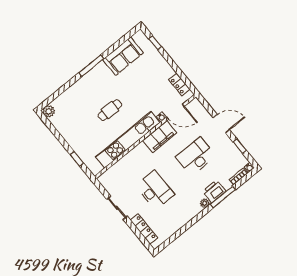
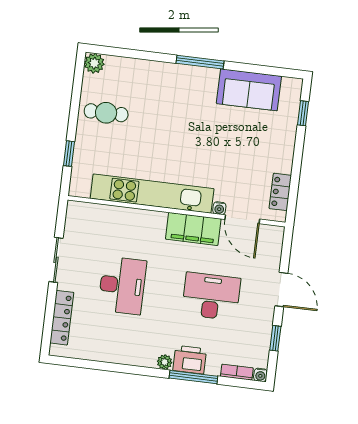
cafe table: (110, 110) -> (106, 113), moved

